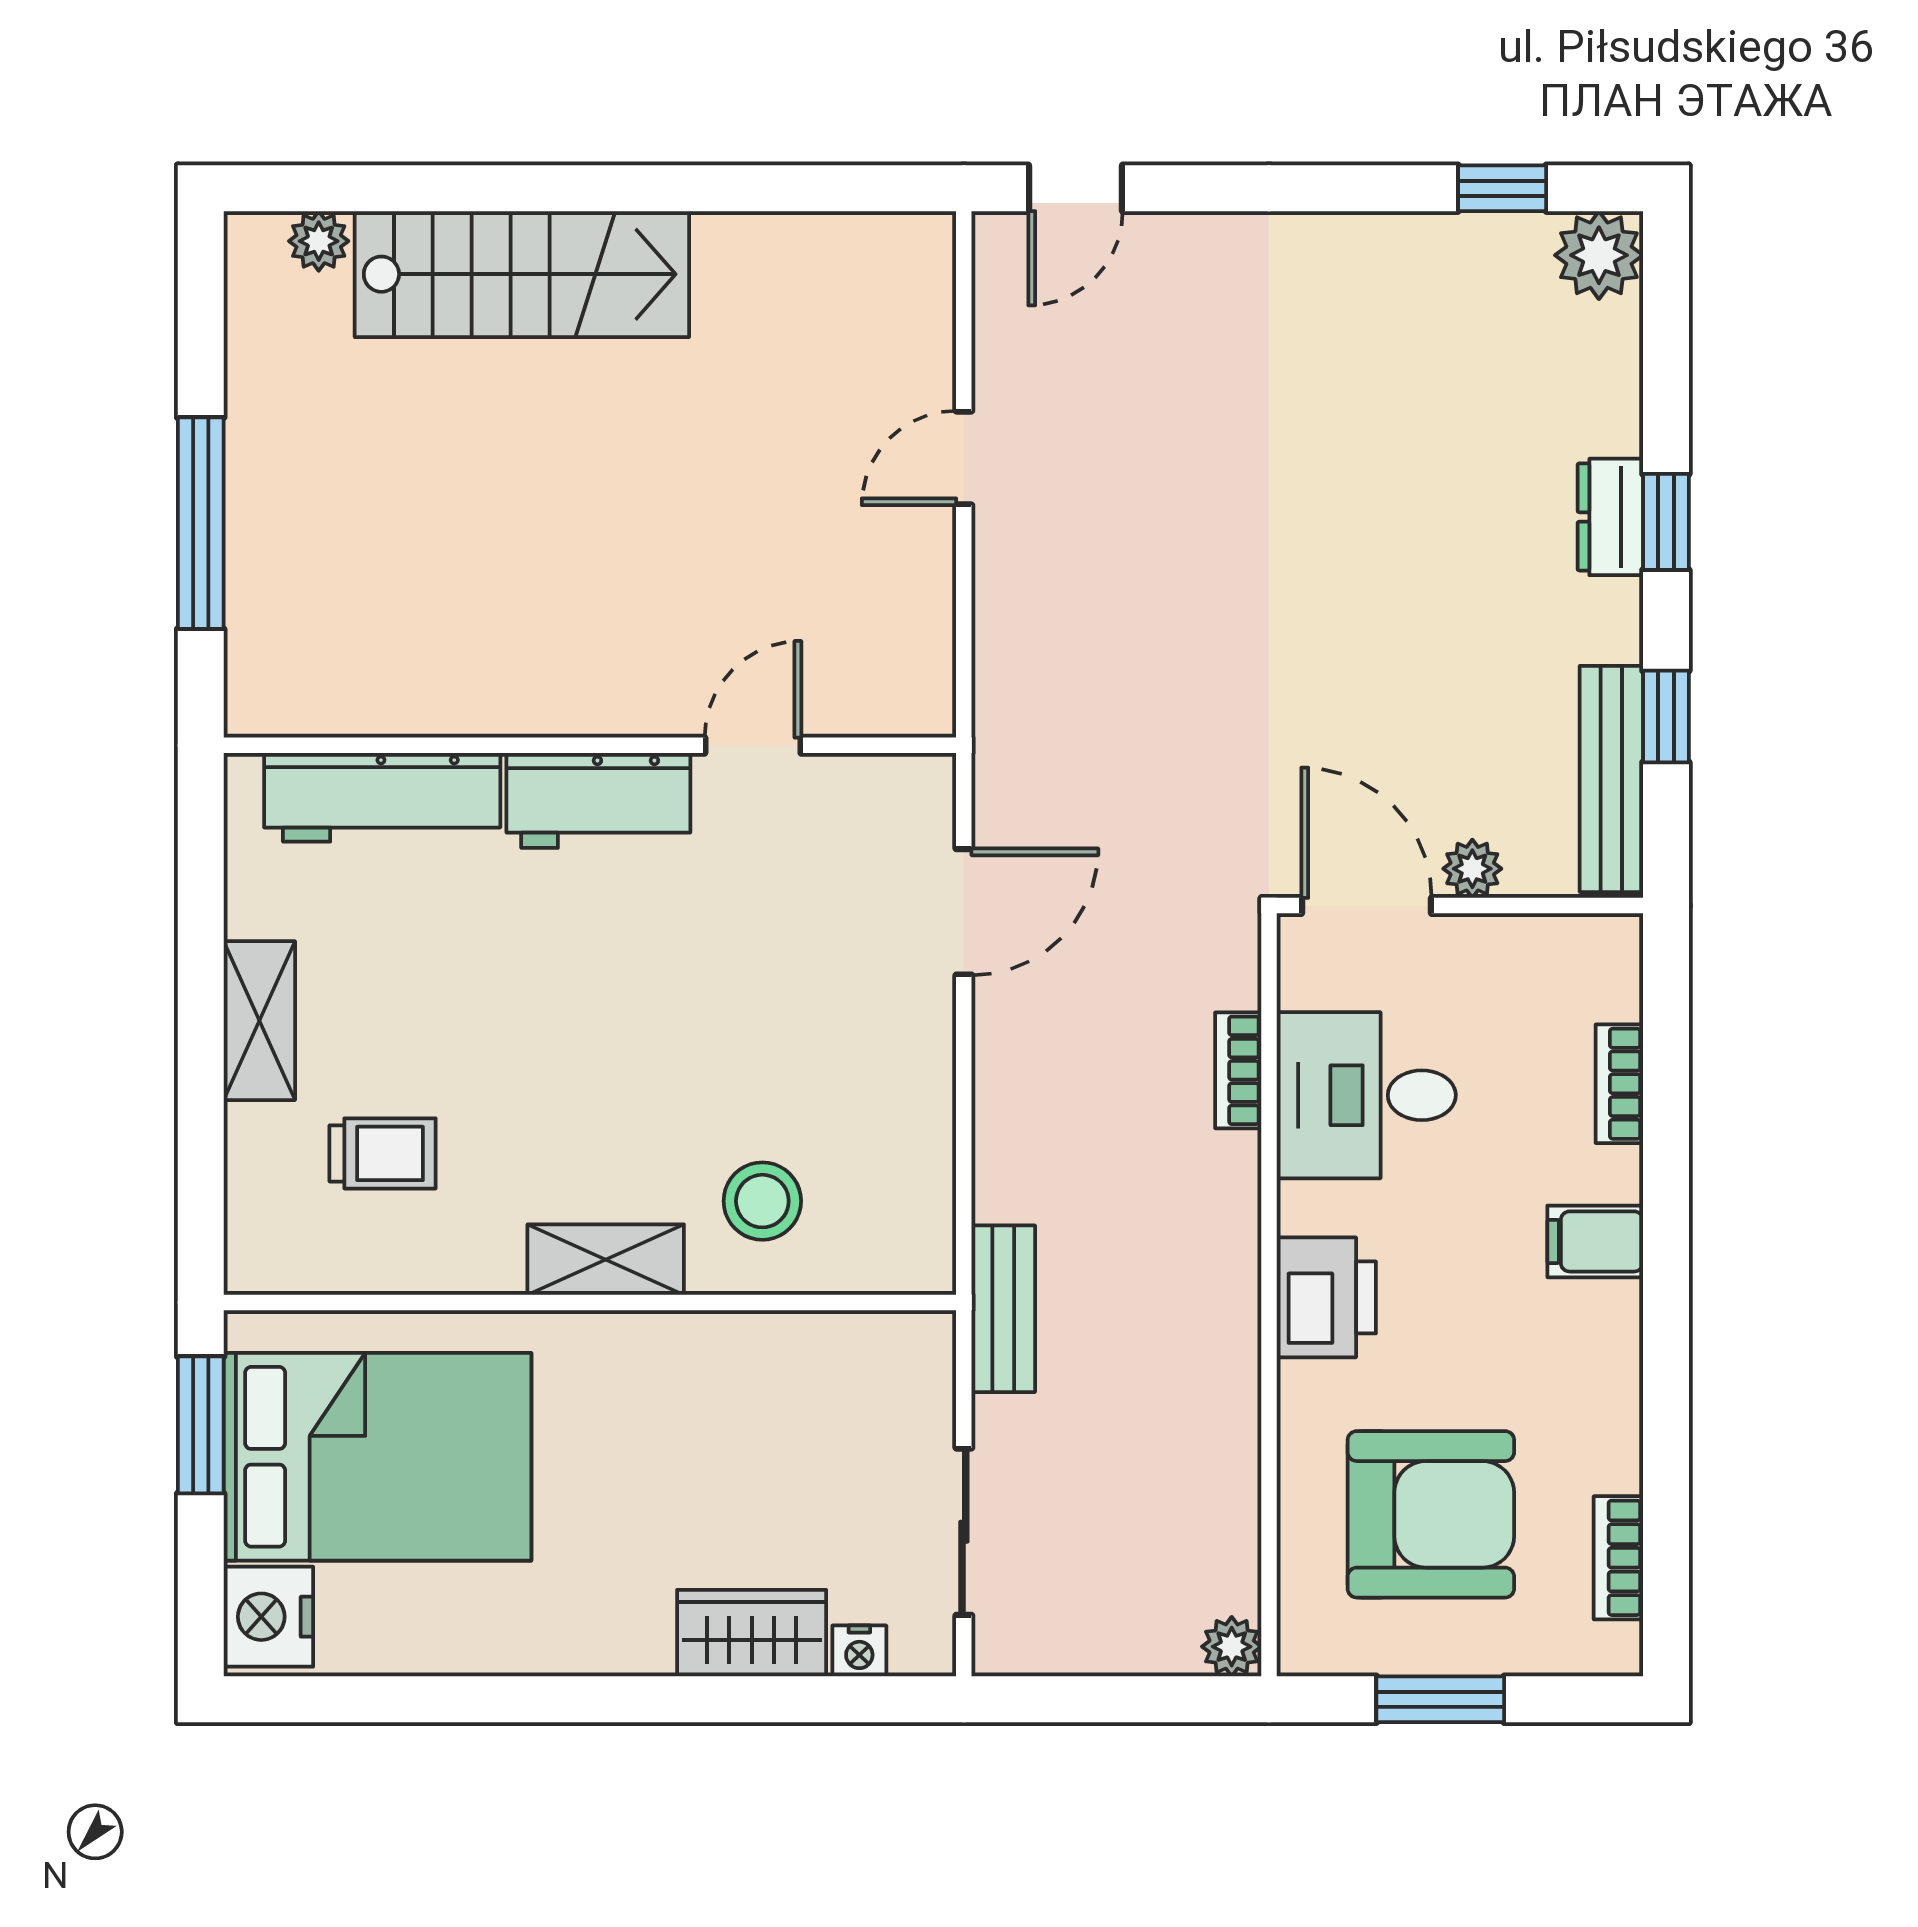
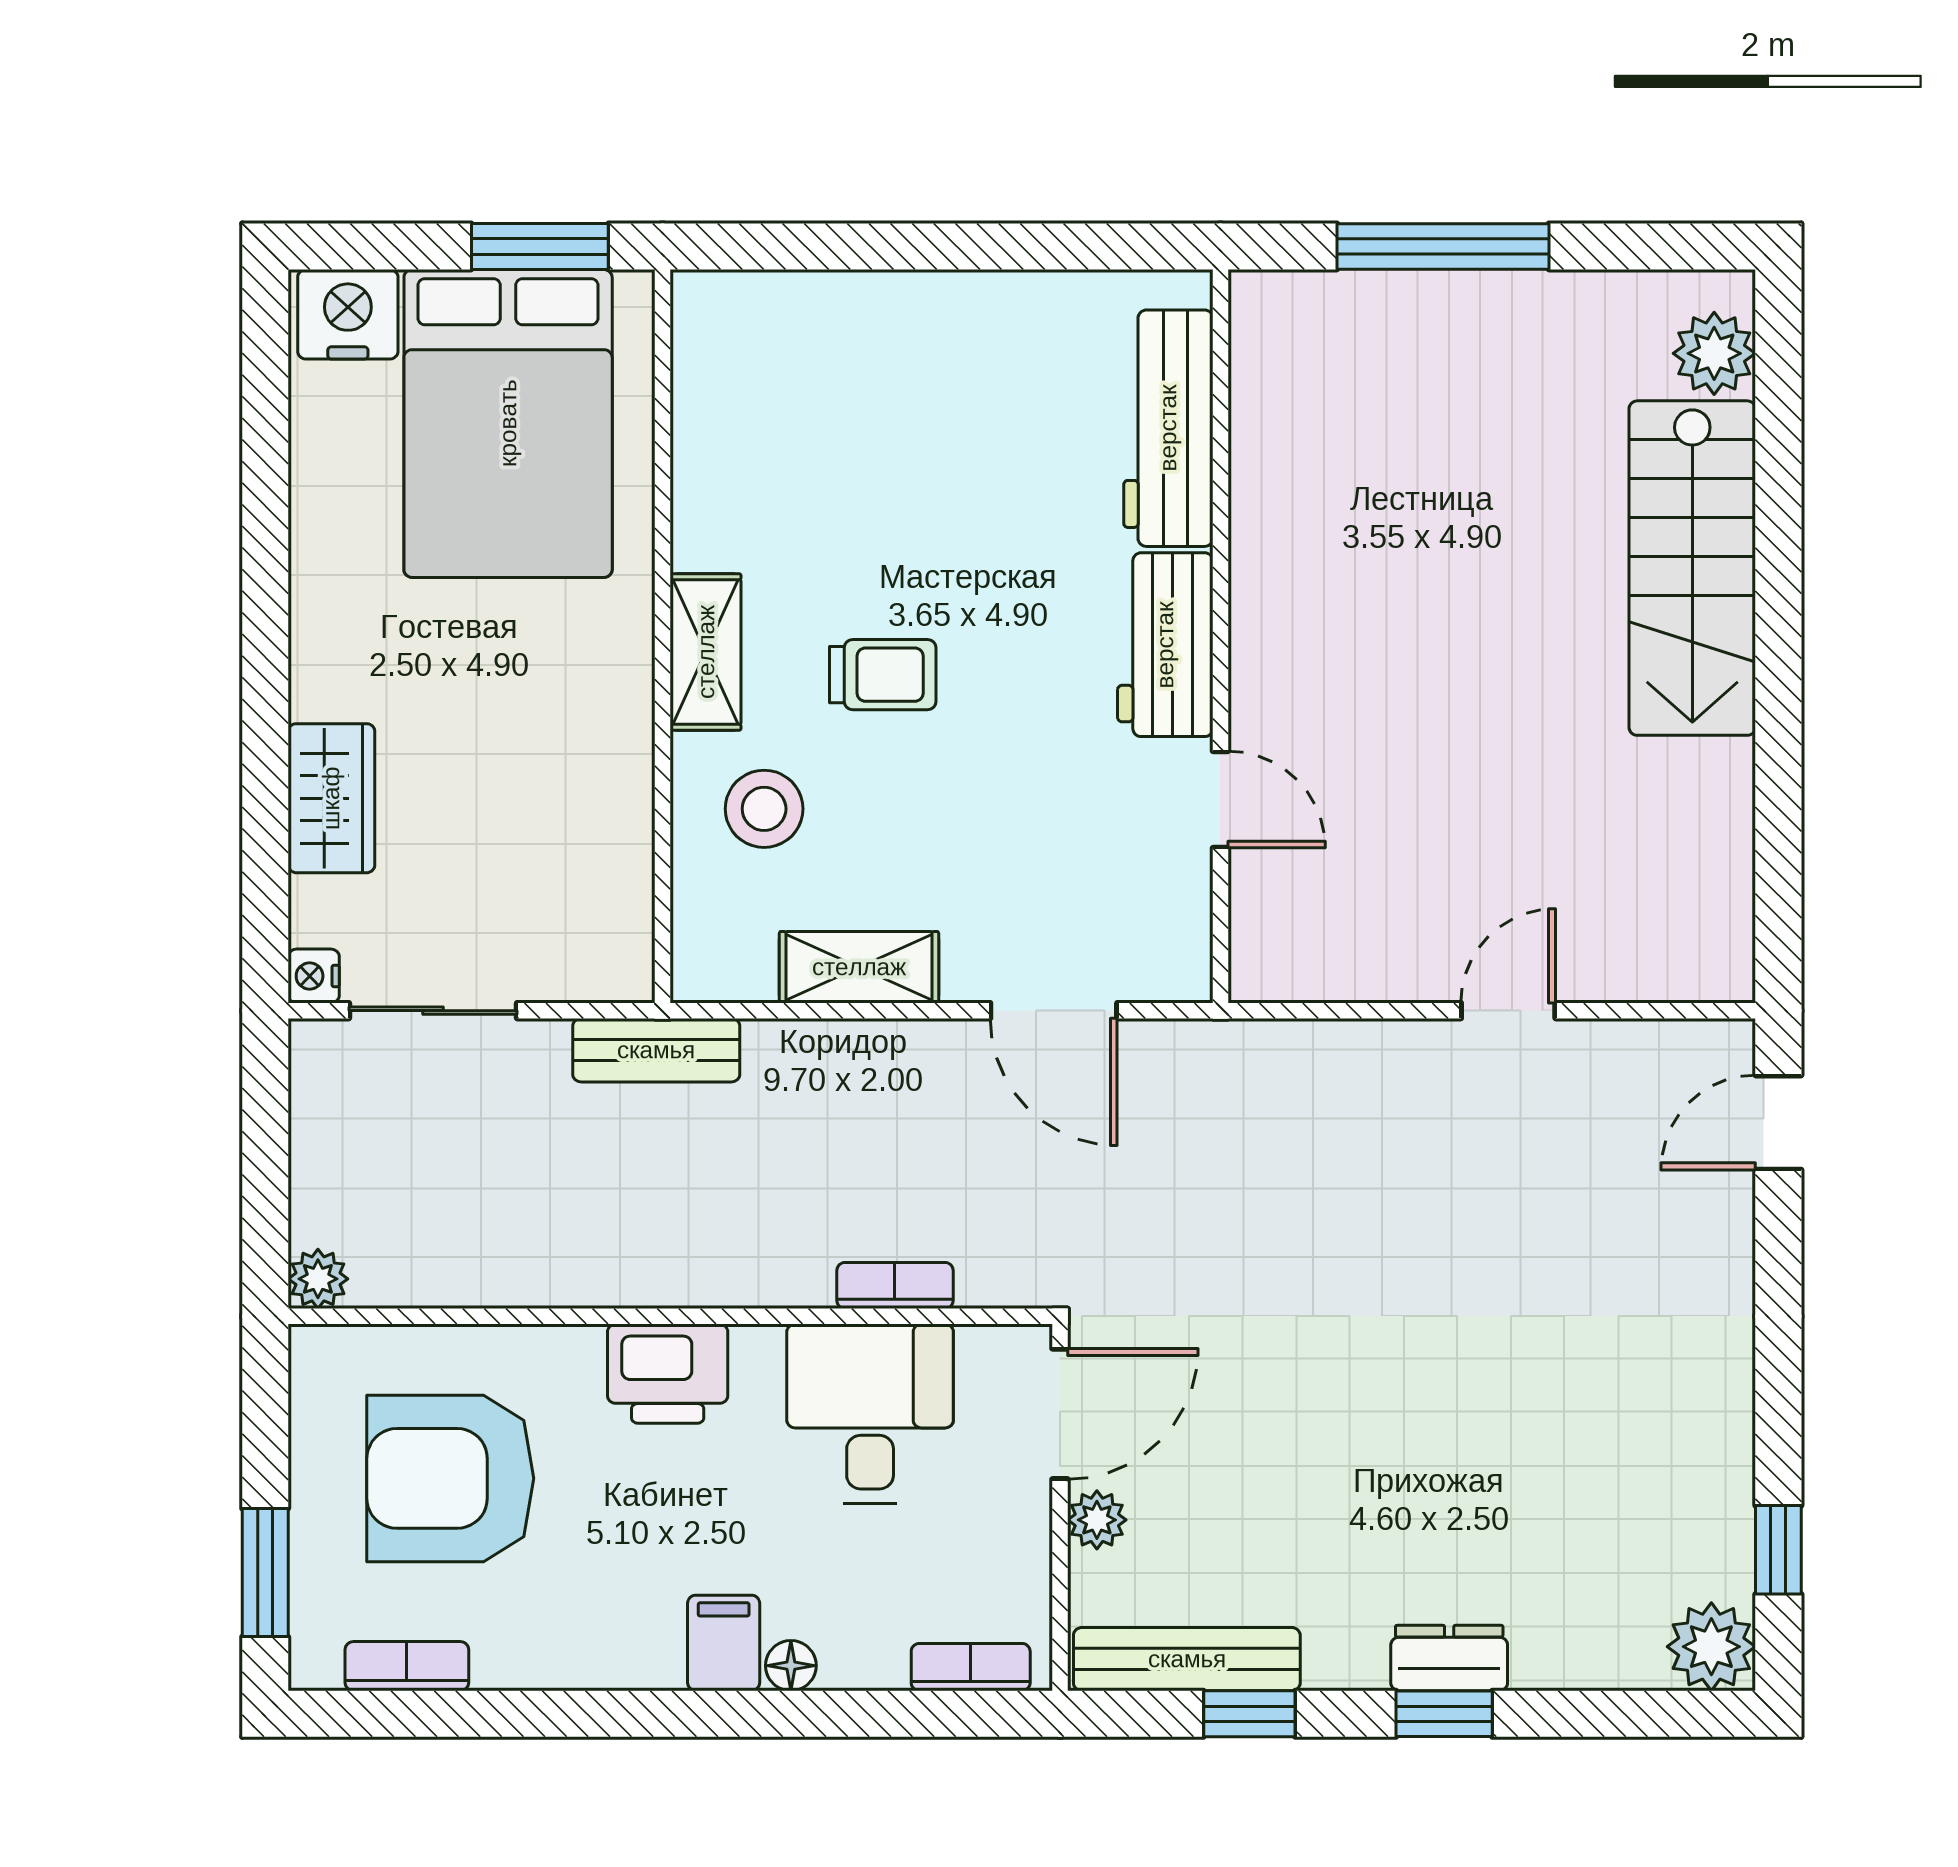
door: (1076, 188) -> (1778, 1123), hinge flipped
plant: (319, 241) -> (1714, 353), width x1.38, depth x1.38
door: (964, 458) -> (1508, 1011), hinge flipped
shelving: (259, 1021) -> (859, 967), moved
bookcase: (1619, 1084) -> (971, 1667), moved
trolley: (383, 1153) -> (883, 675), moved, turned -90
floor lamp: (1618, 1174) -> (791, 1666), added
armchair: (1431, 1514) -> (450, 1478), turned 90
nightstand: (859, 1651) -> (314, 976), moved
window: (1440, 1699) -> (265, 1573), moved

